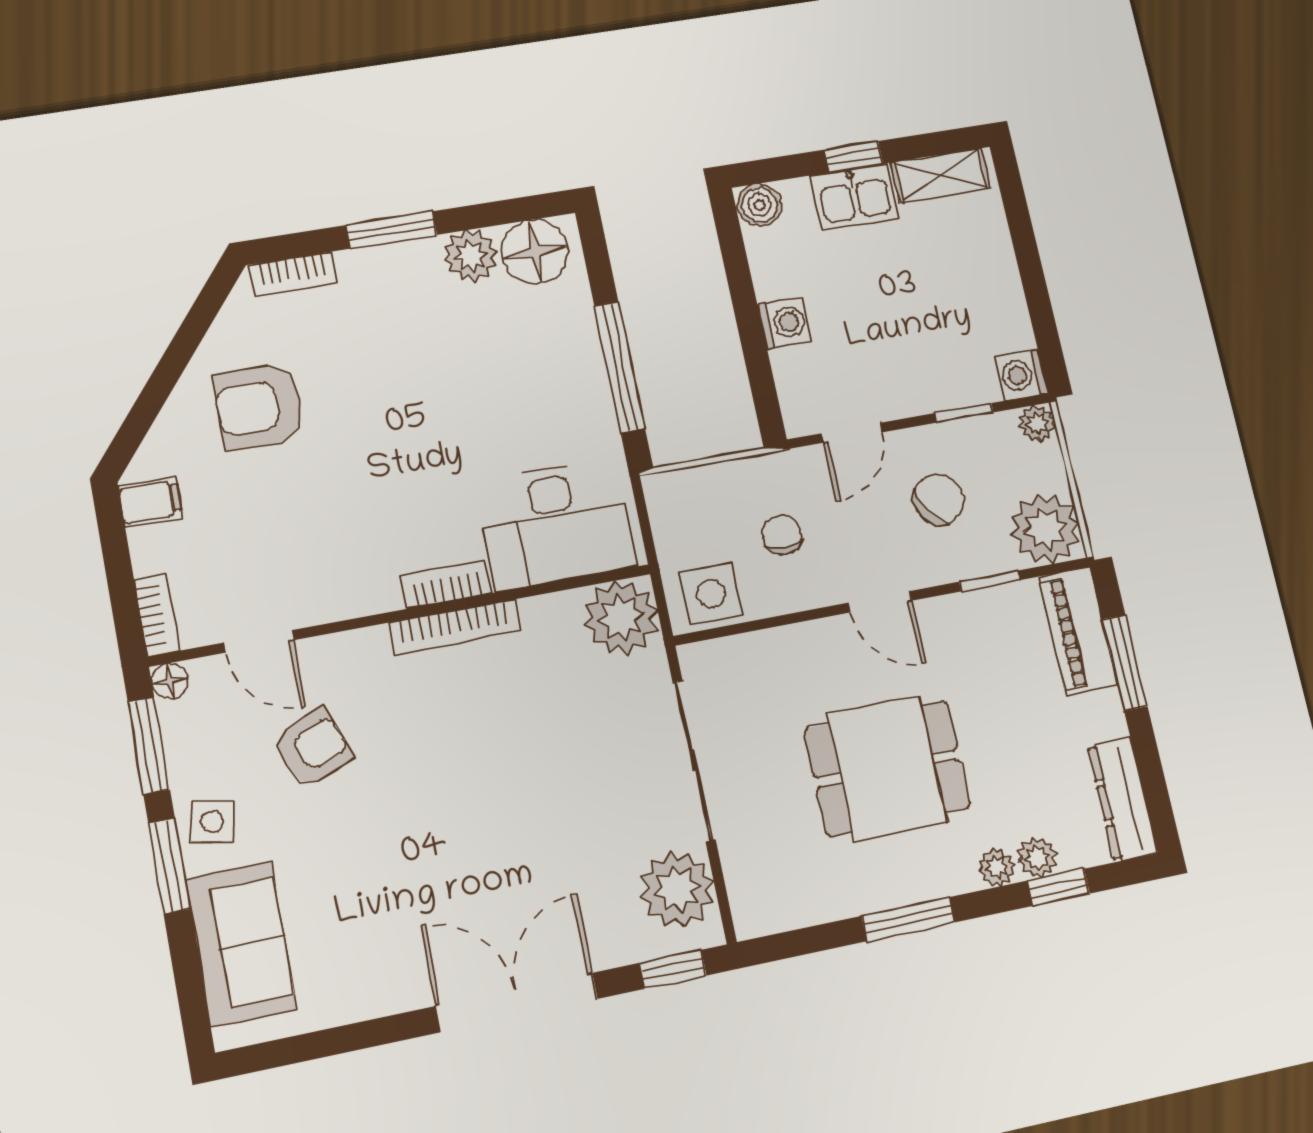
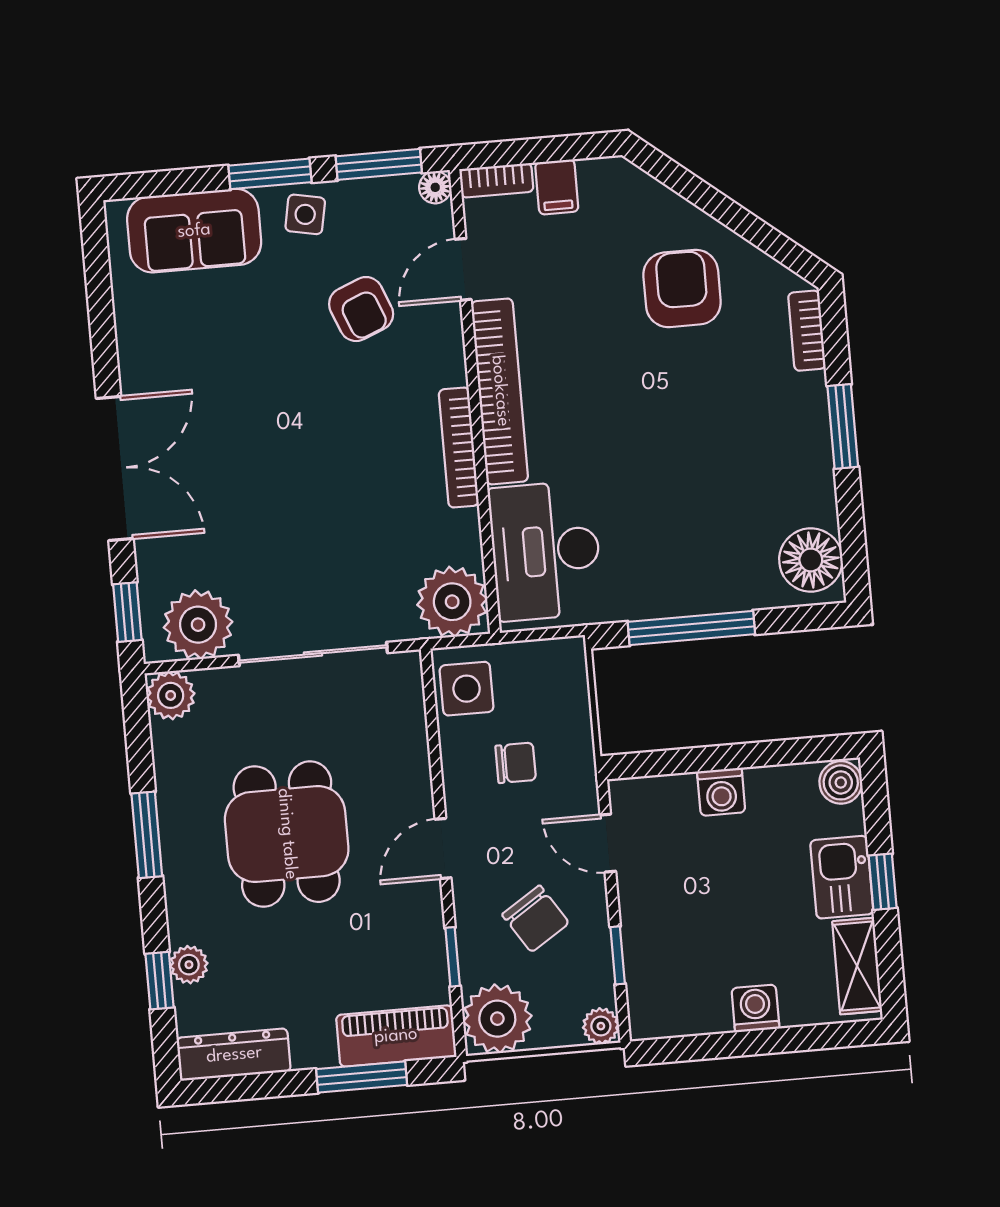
plant: (470, 256) -> (811, 498), removed
washing machine: (1021, 375) -> (755, 1008), moved
filing cabinet: (150, 502) -> (557, 187), moved
bookcase: (446, 584) -> (500, 391), width x2.31, depth x1.31
plant: (997, 868) -> (171, 695), moved, width x1.38, depth x1.38

